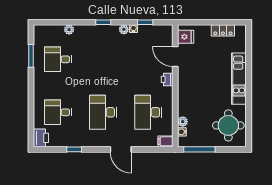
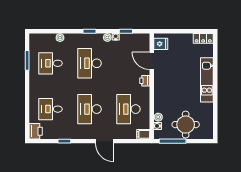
locker: (223, 30) -> (203, 38), moved
desk: (103, 59) -> (89, 63), added
round table: (228, 125) -> (186, 125), moved

